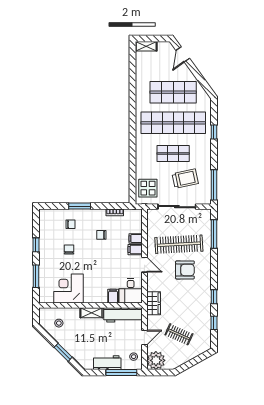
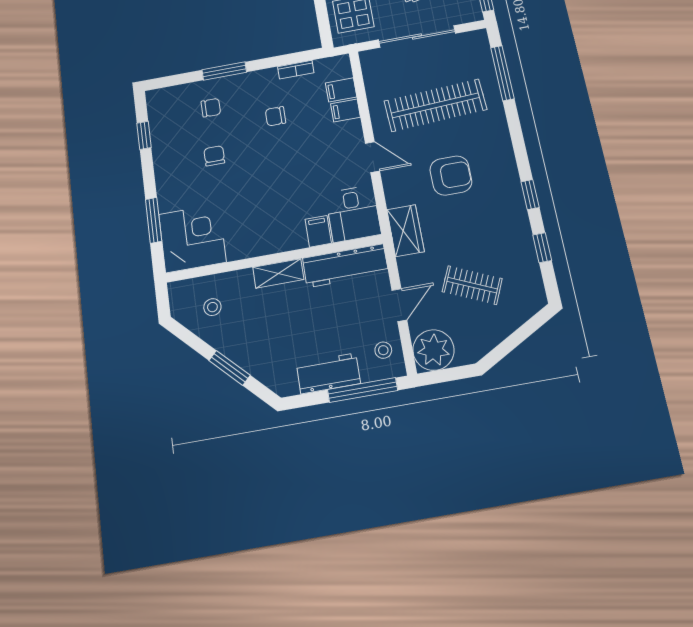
window: (36, 245) -> (144, 135), moved
filing cabinet: (135, 250) -> (341, 90), moved
armchair: (185, 270) -> (451, 176), moved
corner desk: (68, 288) -> (192, 238), moved, turned 90

